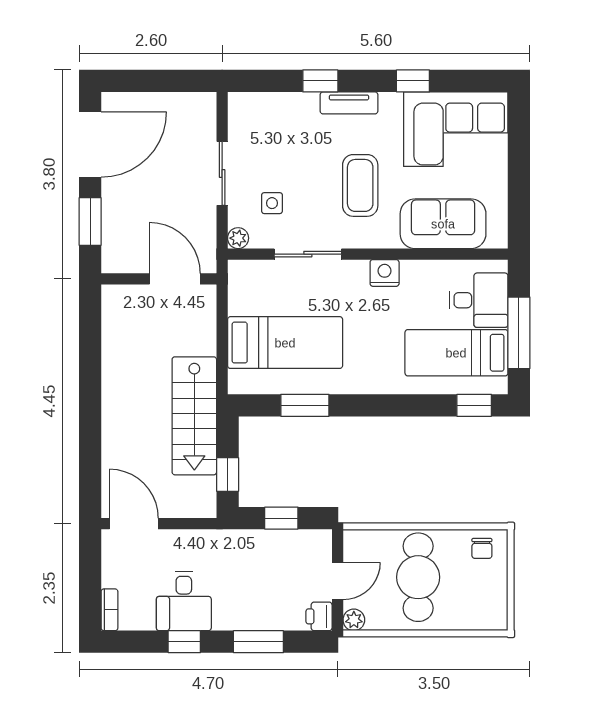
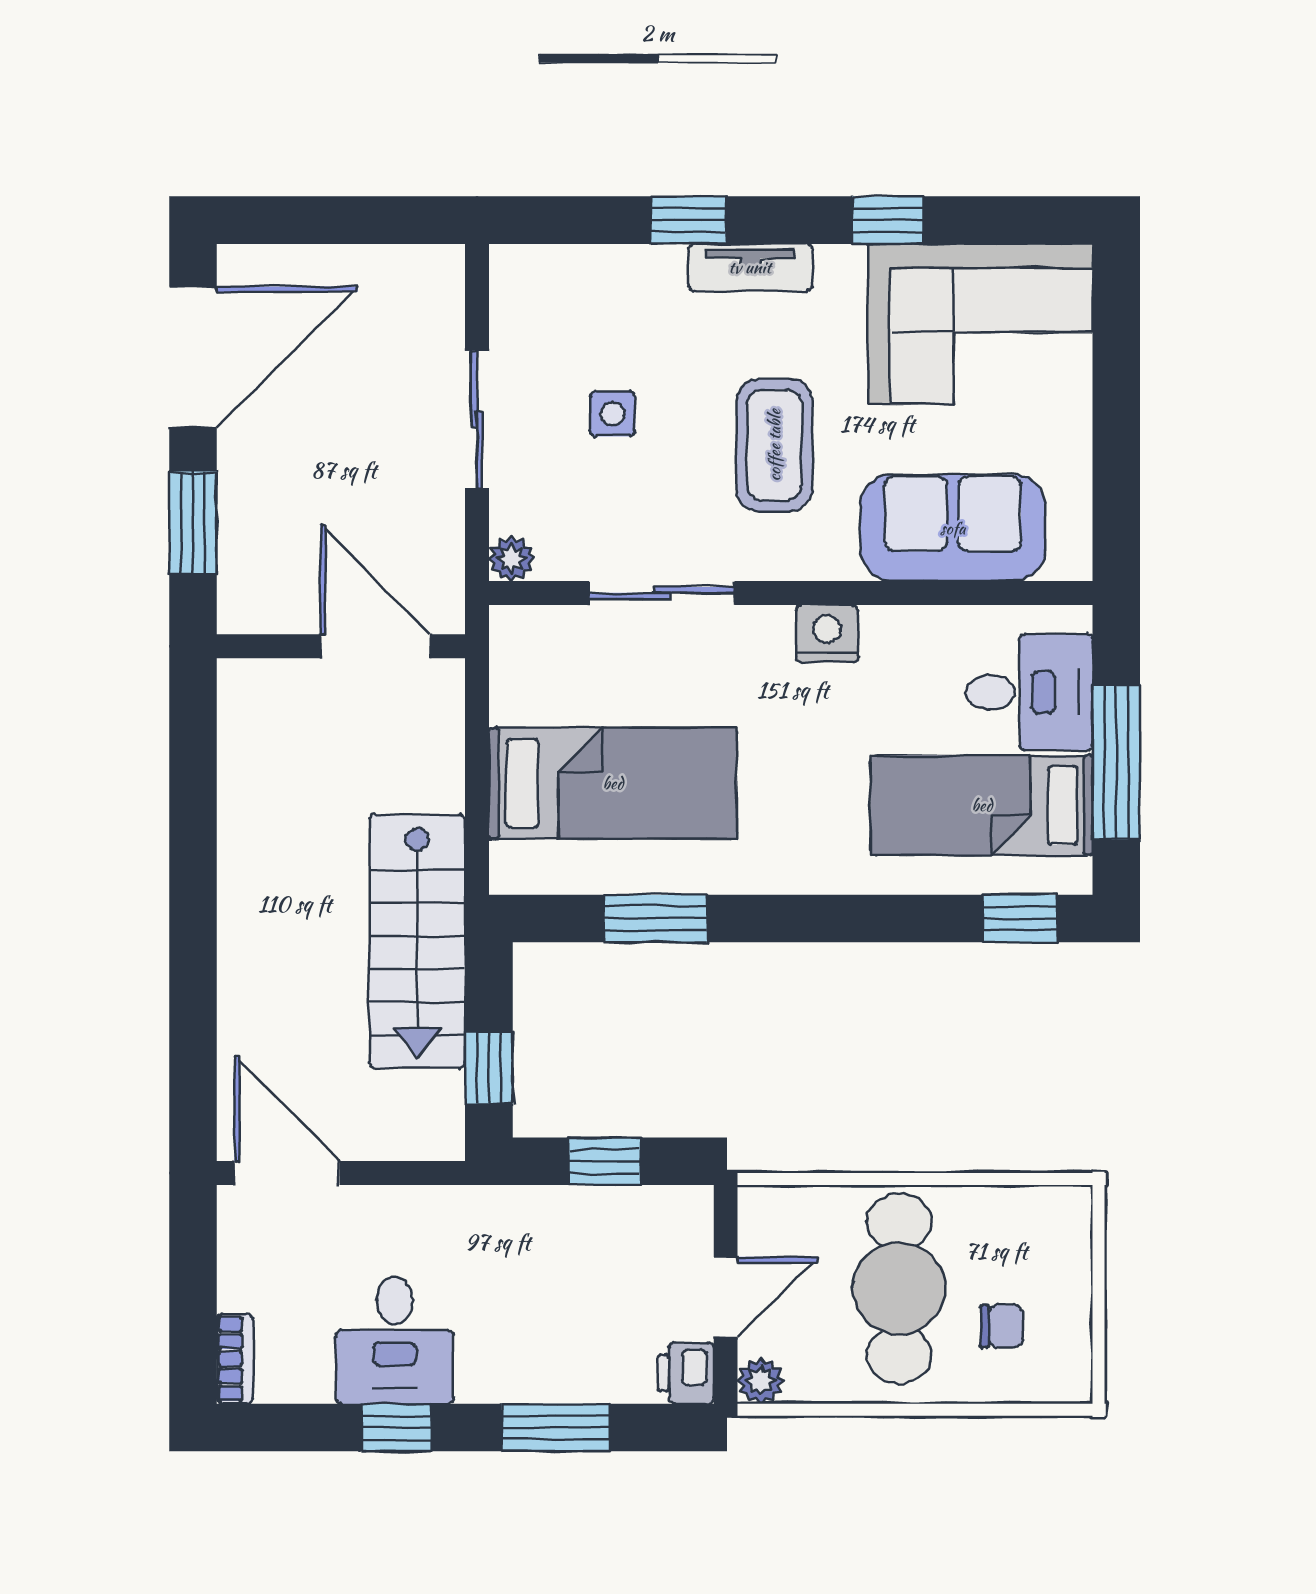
side table: (272, 203) -> (612, 414), moved
chair: (482, 548) -> (1002, 1326), moved, turned -90

